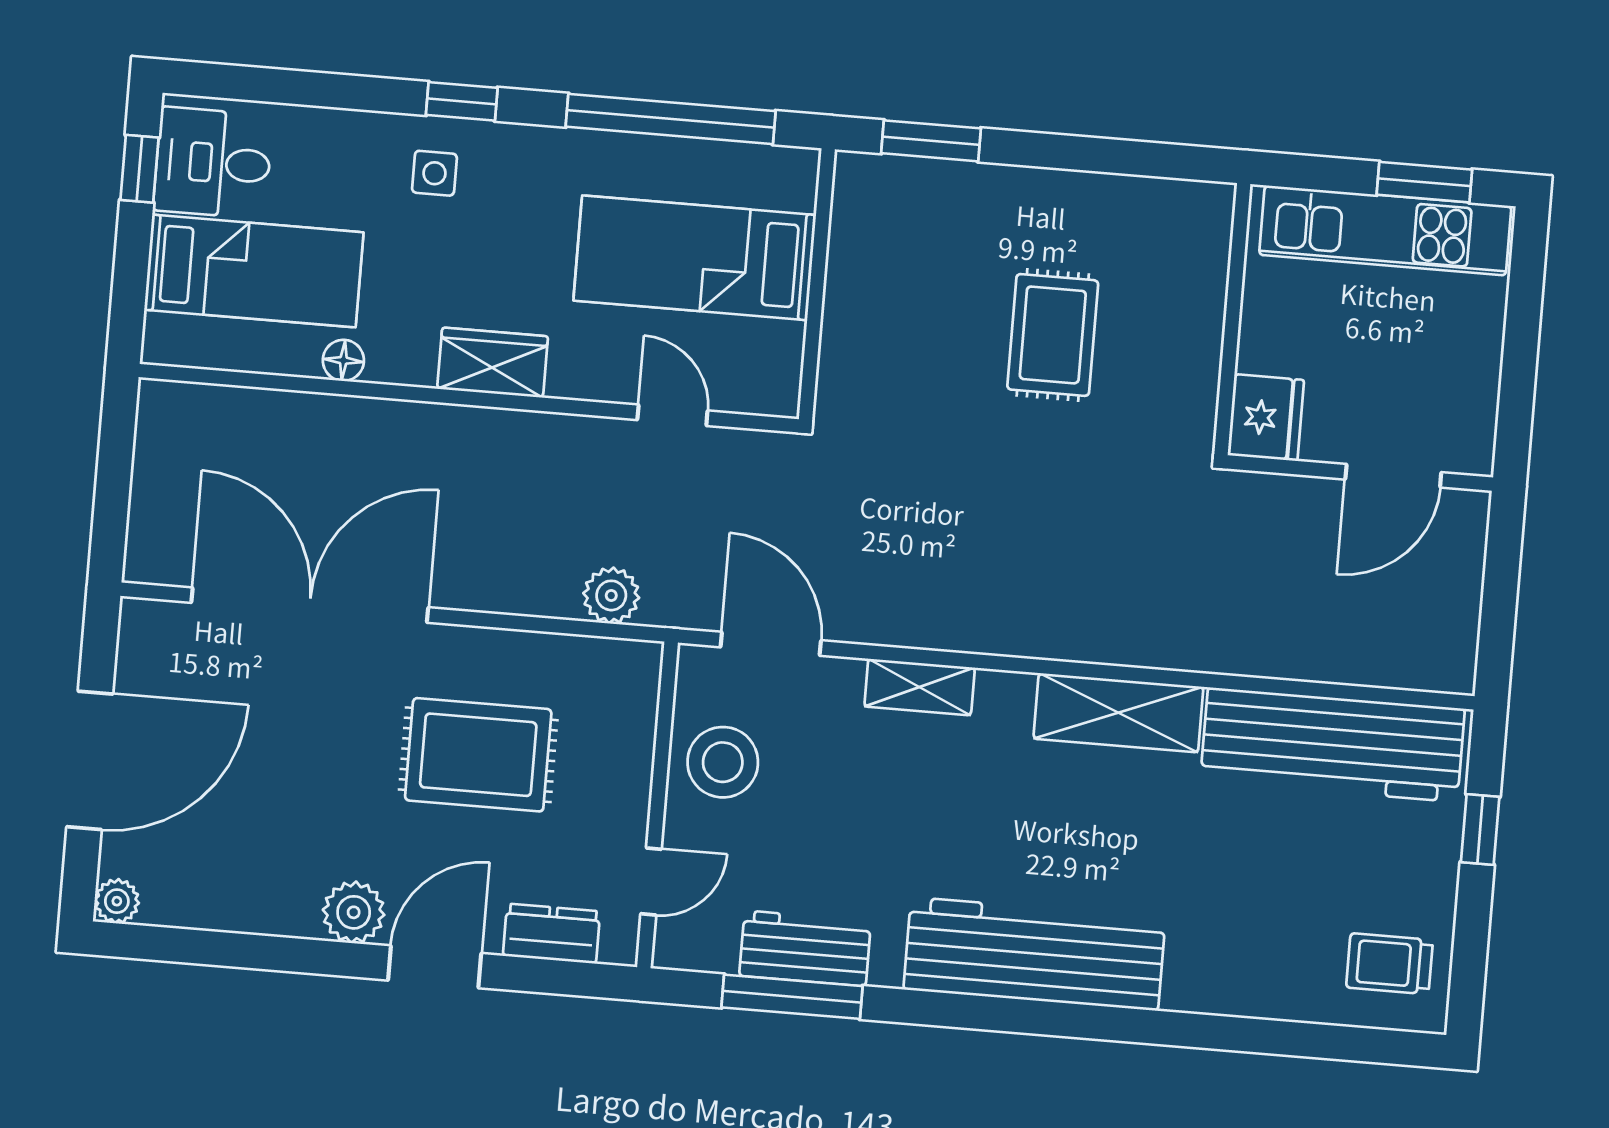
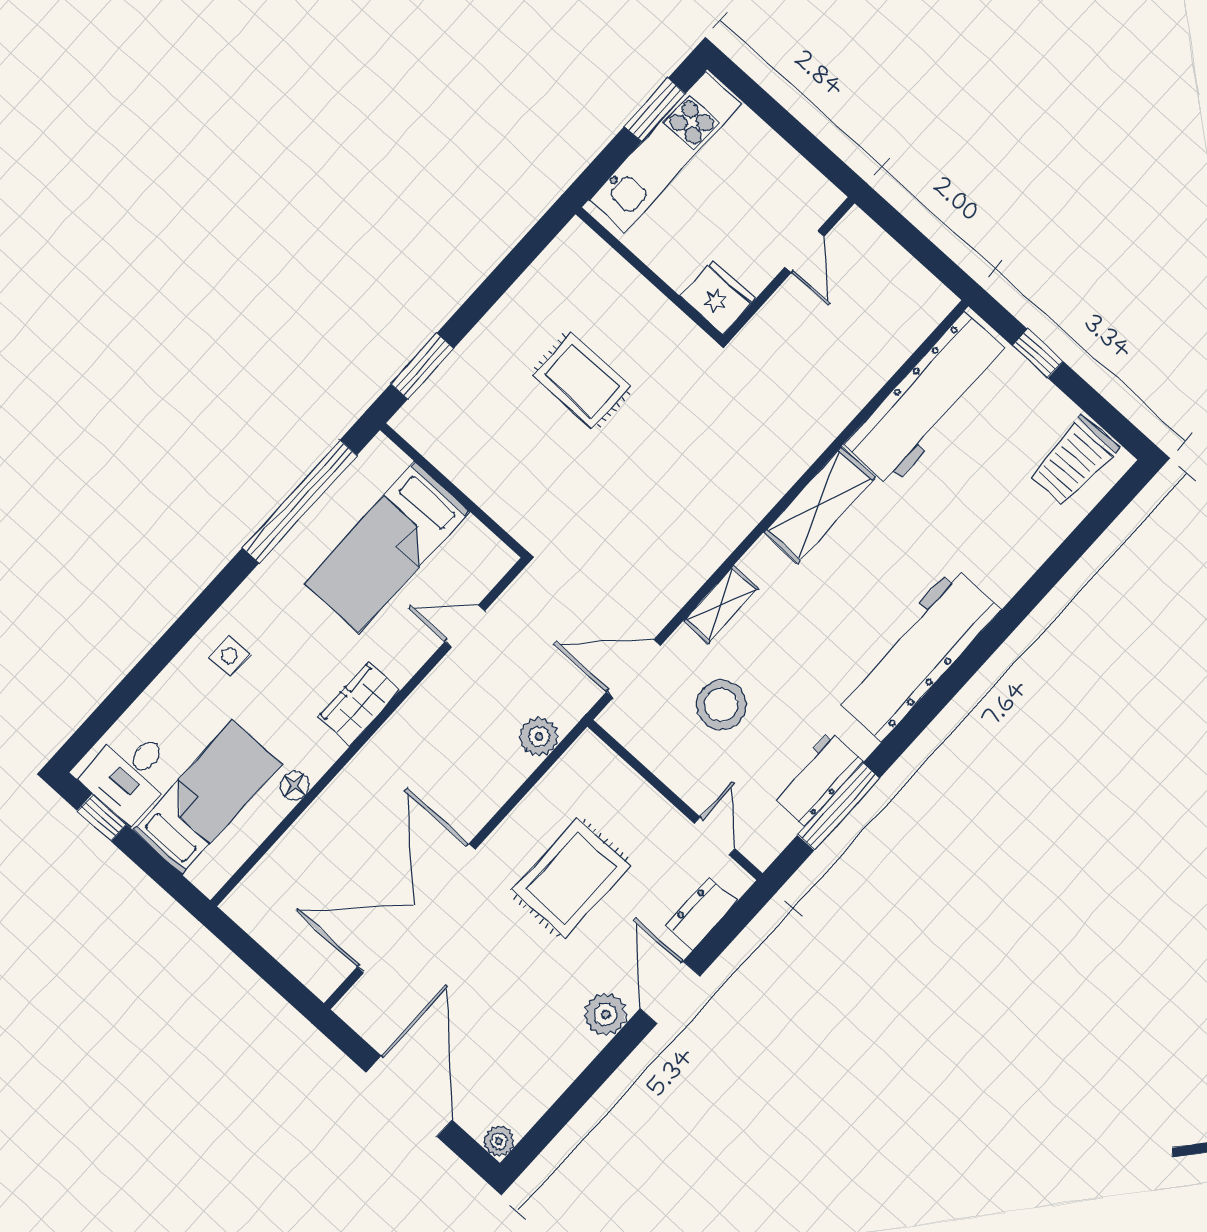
window: (462, 101) -> (201, 610), removed
door: (1393, 476) -> (804, 252), width x0.73
stool: (723, 762) -> (721, 705), moved
trolley: (1389, 964) -> (1074, 461), width x1.36, depth x1.39

